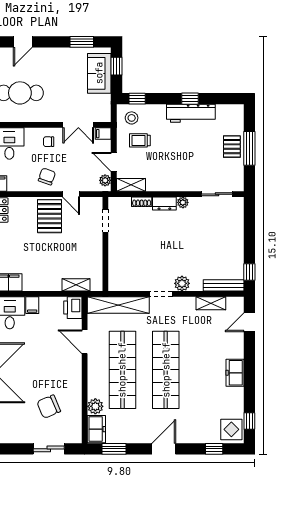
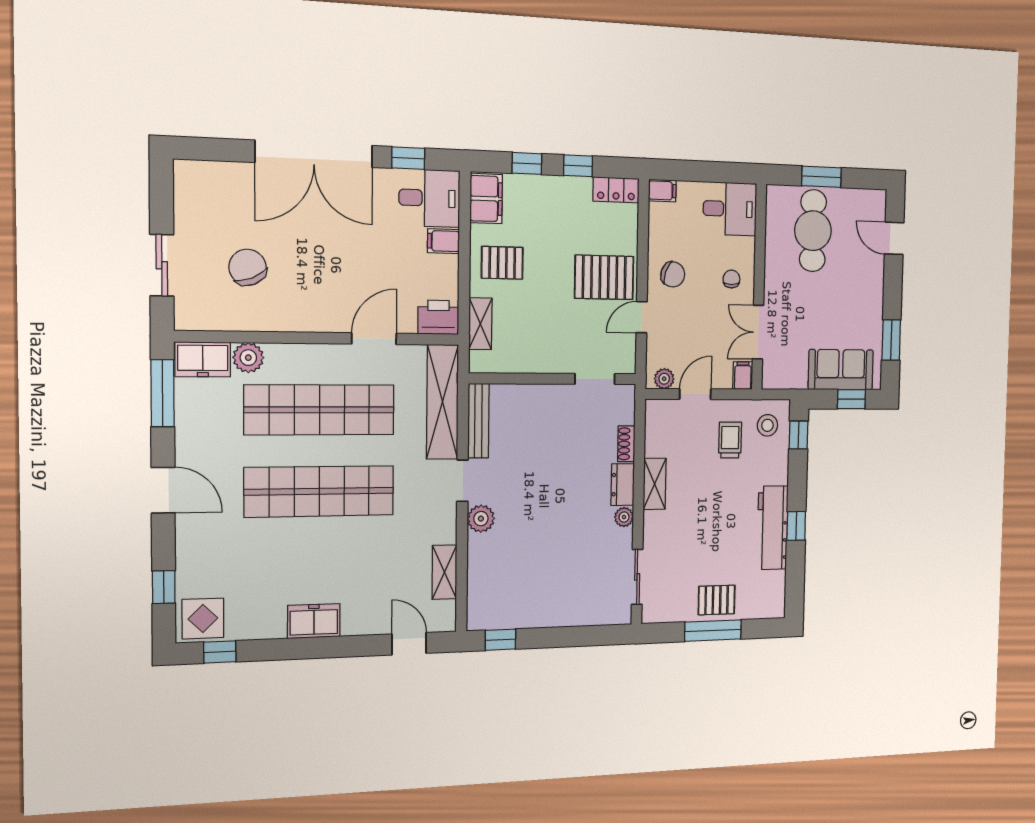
shelving: (131, 185) -> (655, 484), moved
pallet: (43, 273) -> (502, 263), added
bench: (224, 285) -> (478, 421), moved
window: (114, 449) -> (163, 393), width x1.44

